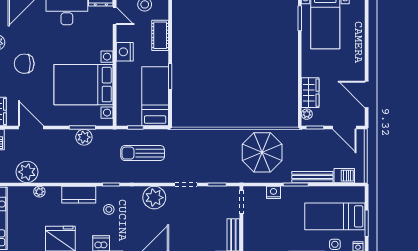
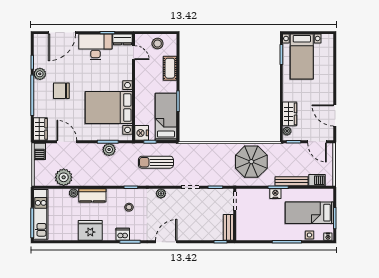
nightstand: (125, 52) -> (142, 133), moved
nightstand: (273, 192) -> (275, 194), moved
kitchen counter: (79, 195) -> (92, 195), moved
plant: (154, 198) -> (161, 193), width x0.53, depth x0.53

